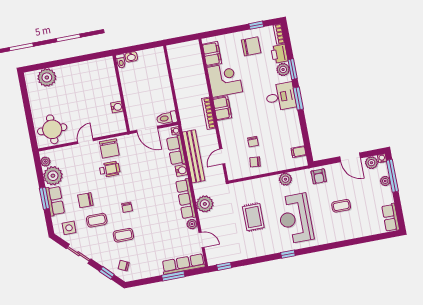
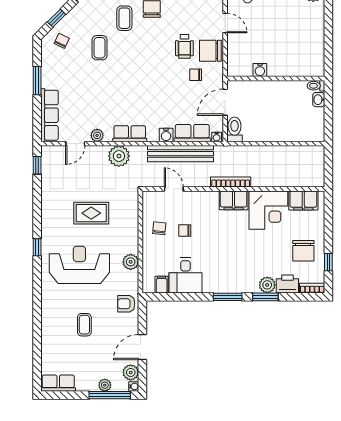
desk: (281, 97) -> (185, 275), moved
row of seats: (186, 199) -> (130, 134), width x0.68
chair: (127, 207) -> (196, 75), moved
window: (173, 276) -> (37, 81), moved

